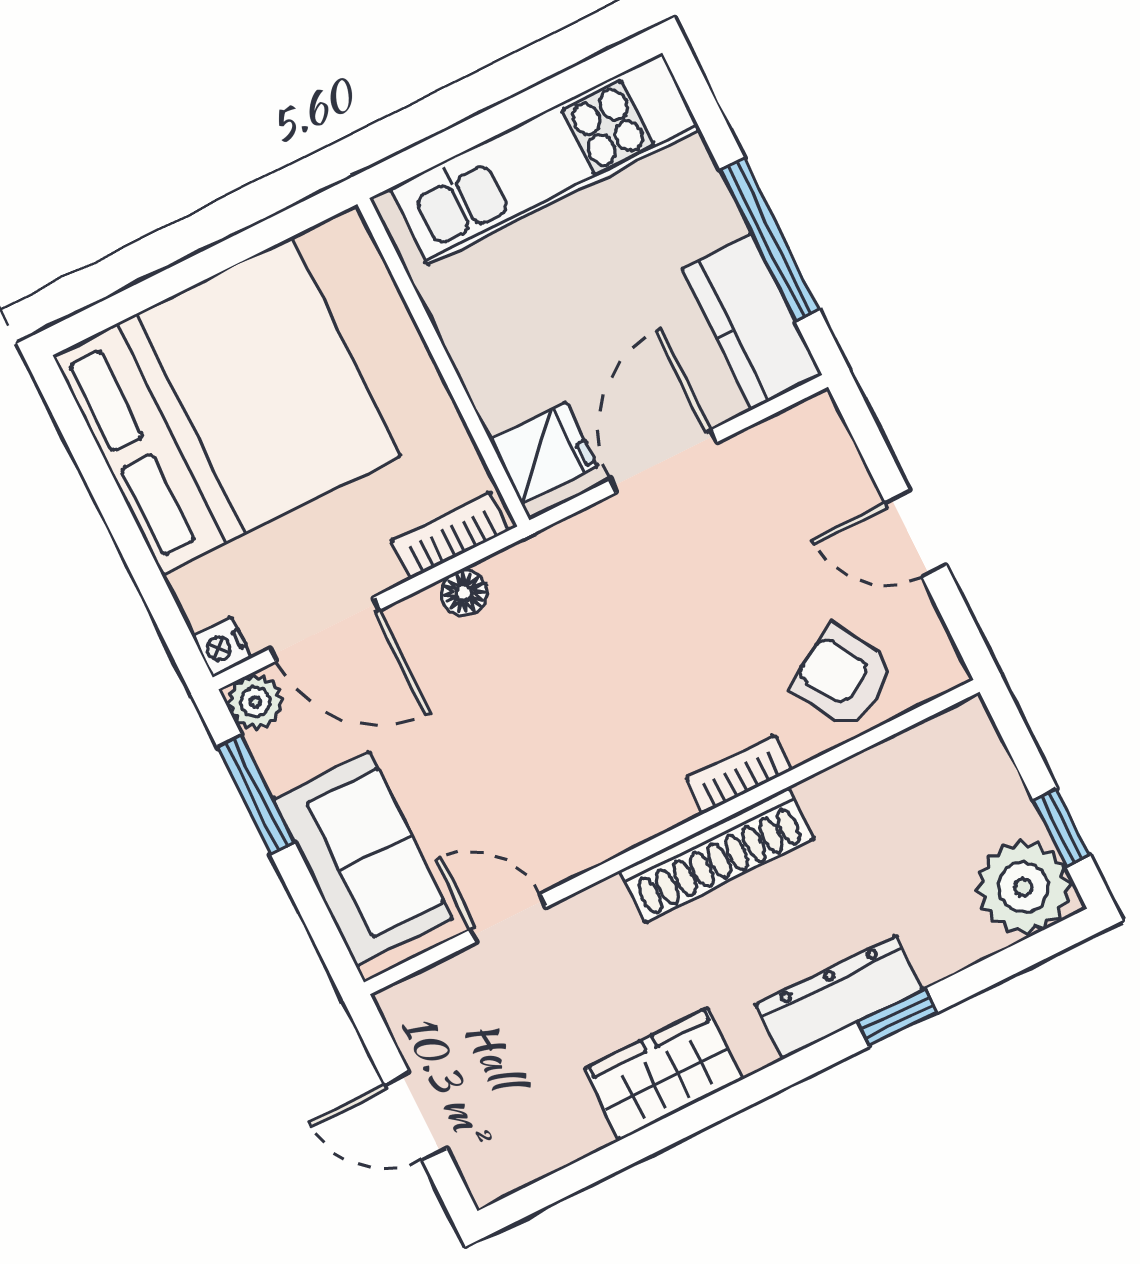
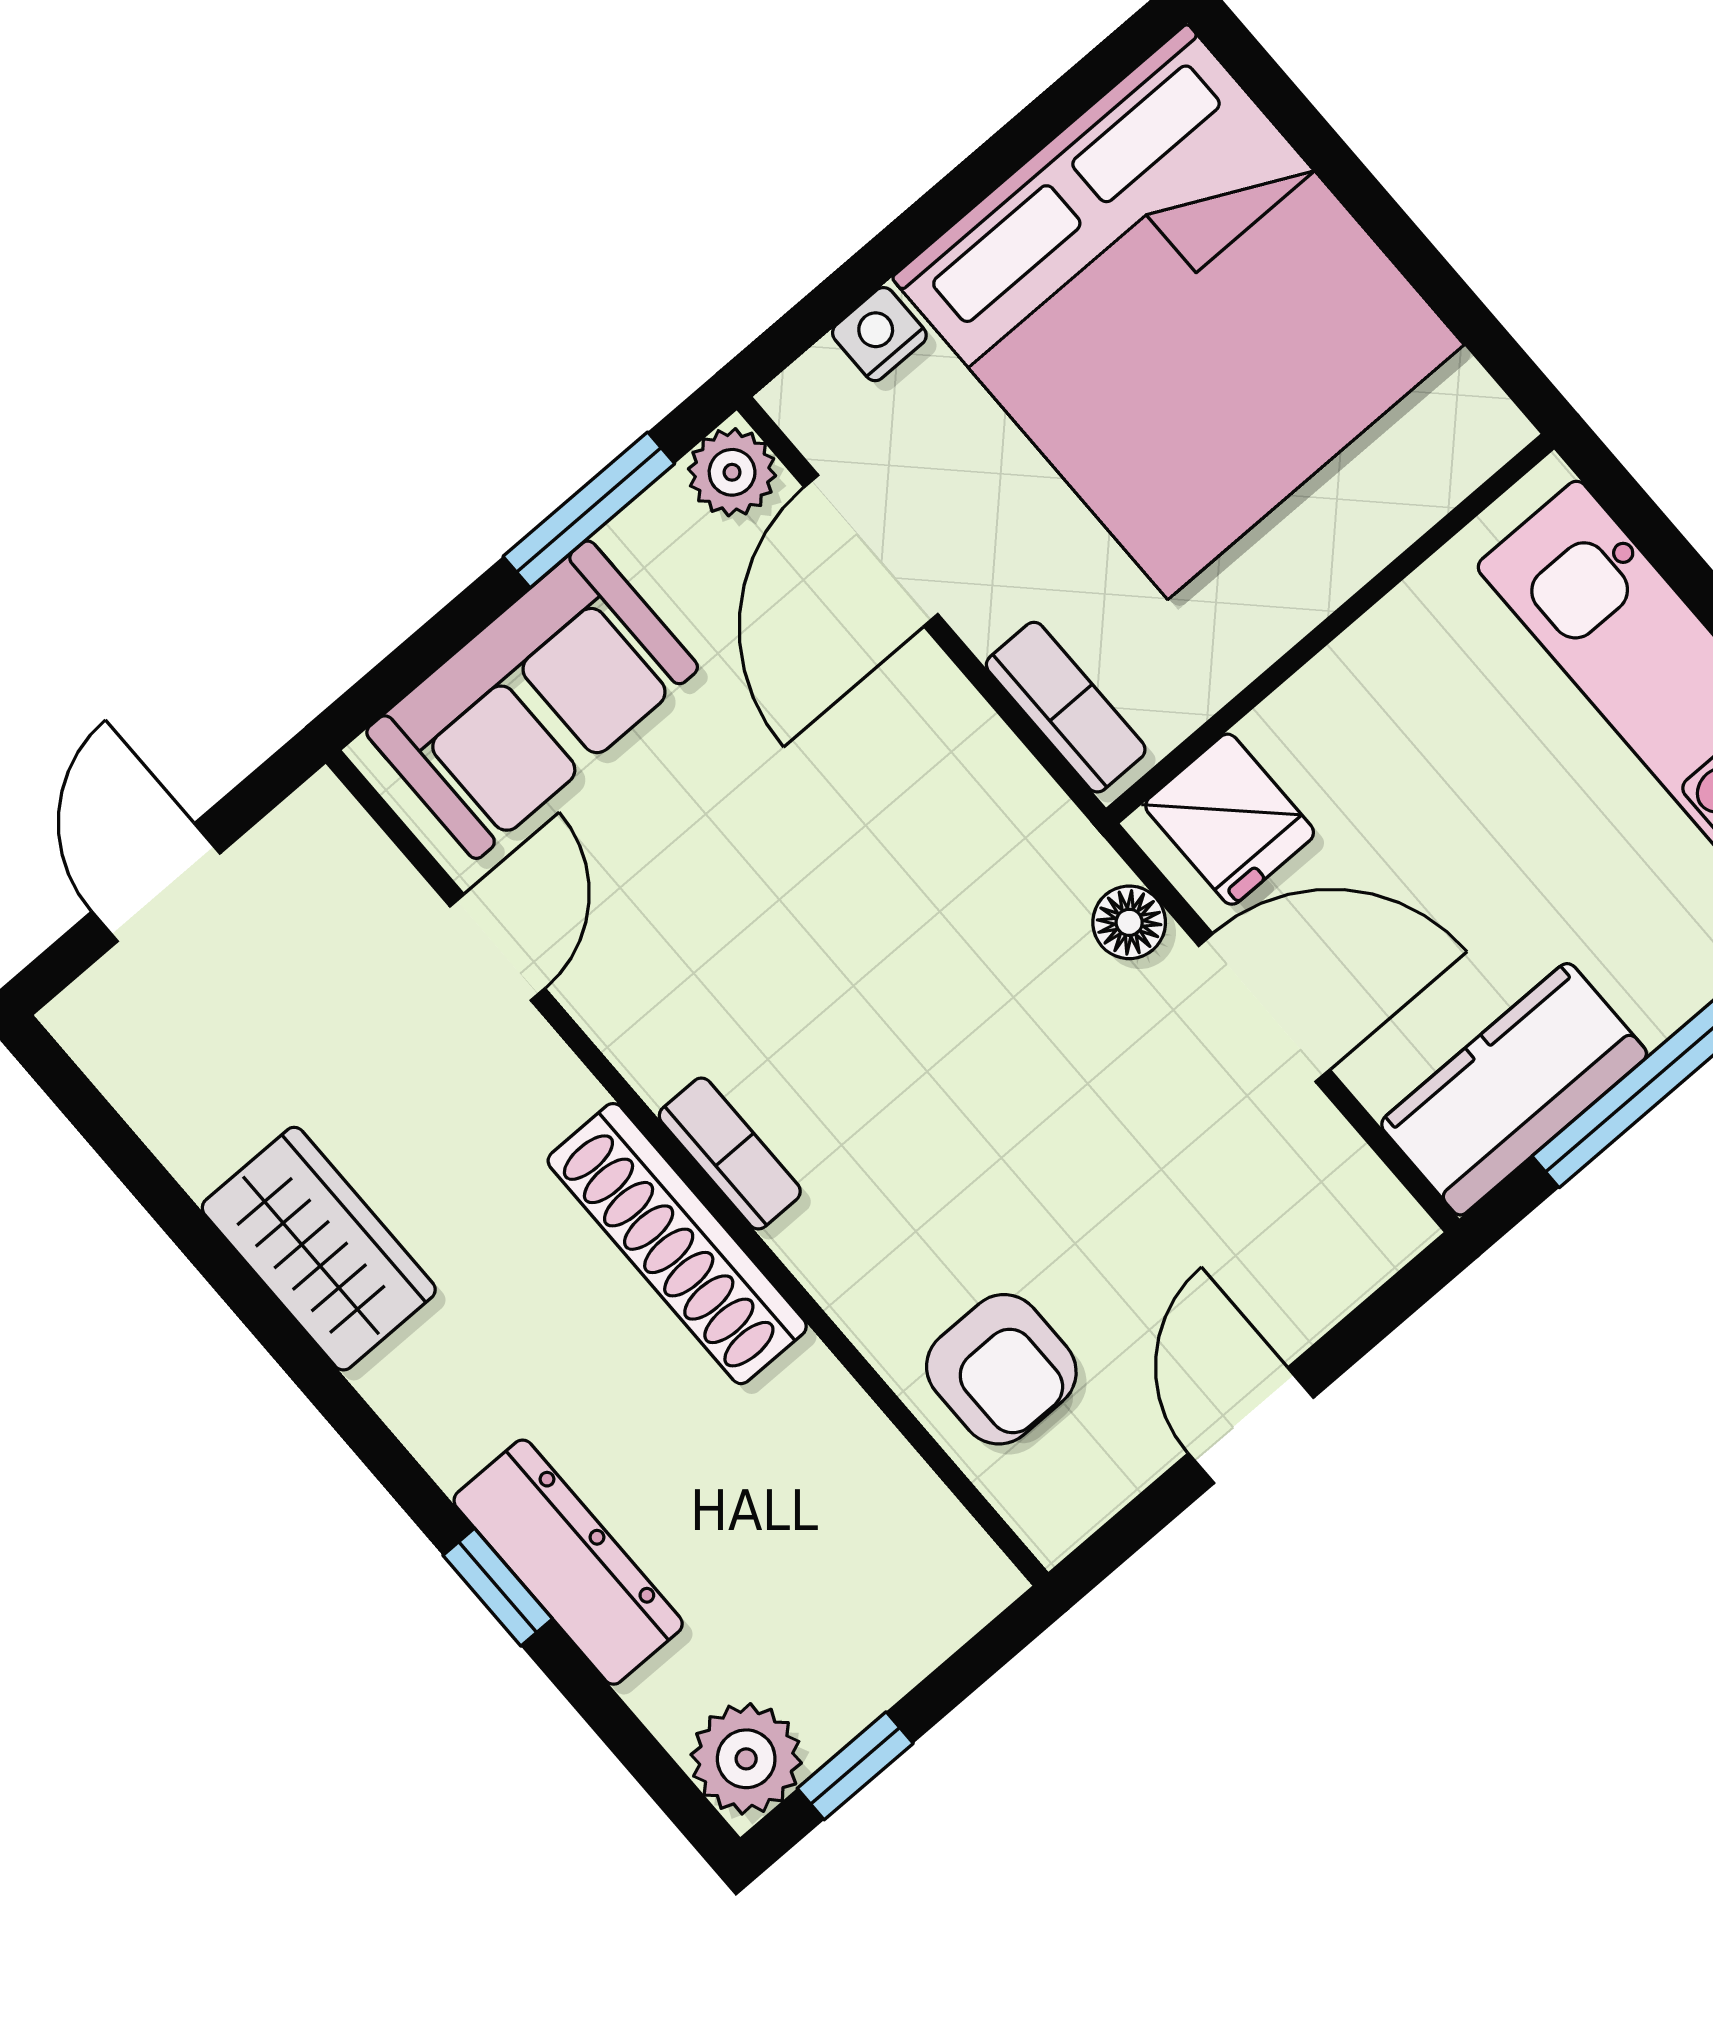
floor lamp: (464, 593) -> (1129, 922), moved
nightstand: (222, 647) -> (879, 334), moved
armchair: (843, 677) -> (1001, 1369), turned 121
bookcase: (739, 774) -> (730, 1154), moved
plant: (1023, 887) -> (746, 1759), width x0.73, depth x0.73
dresser: (840, 997) -> (568, 1562), moved

